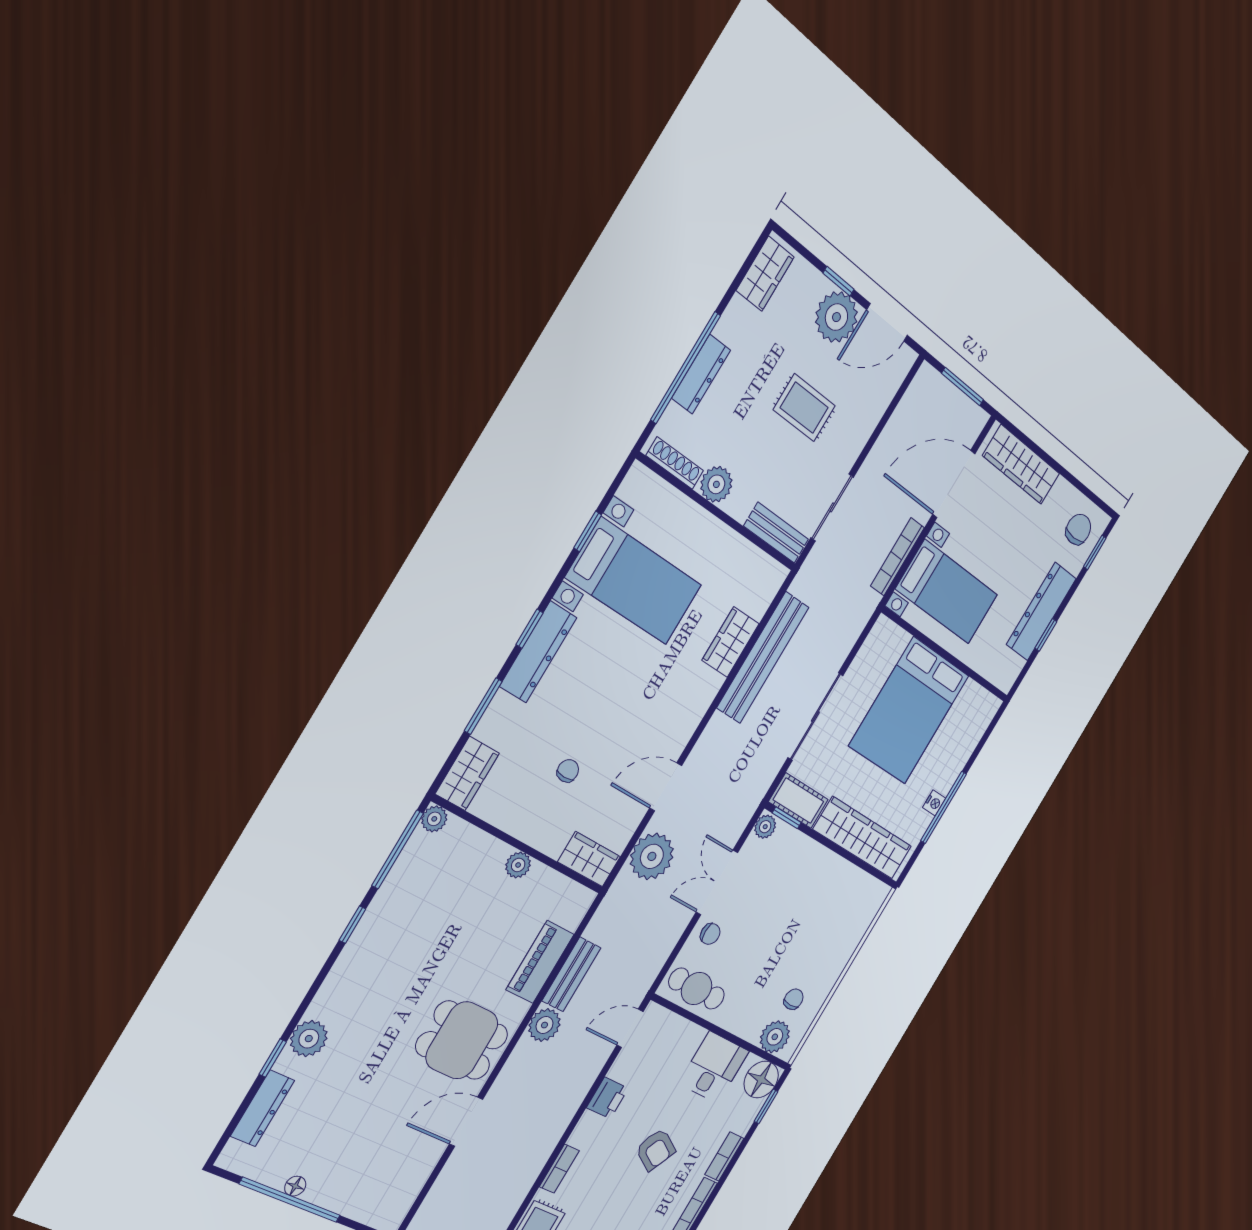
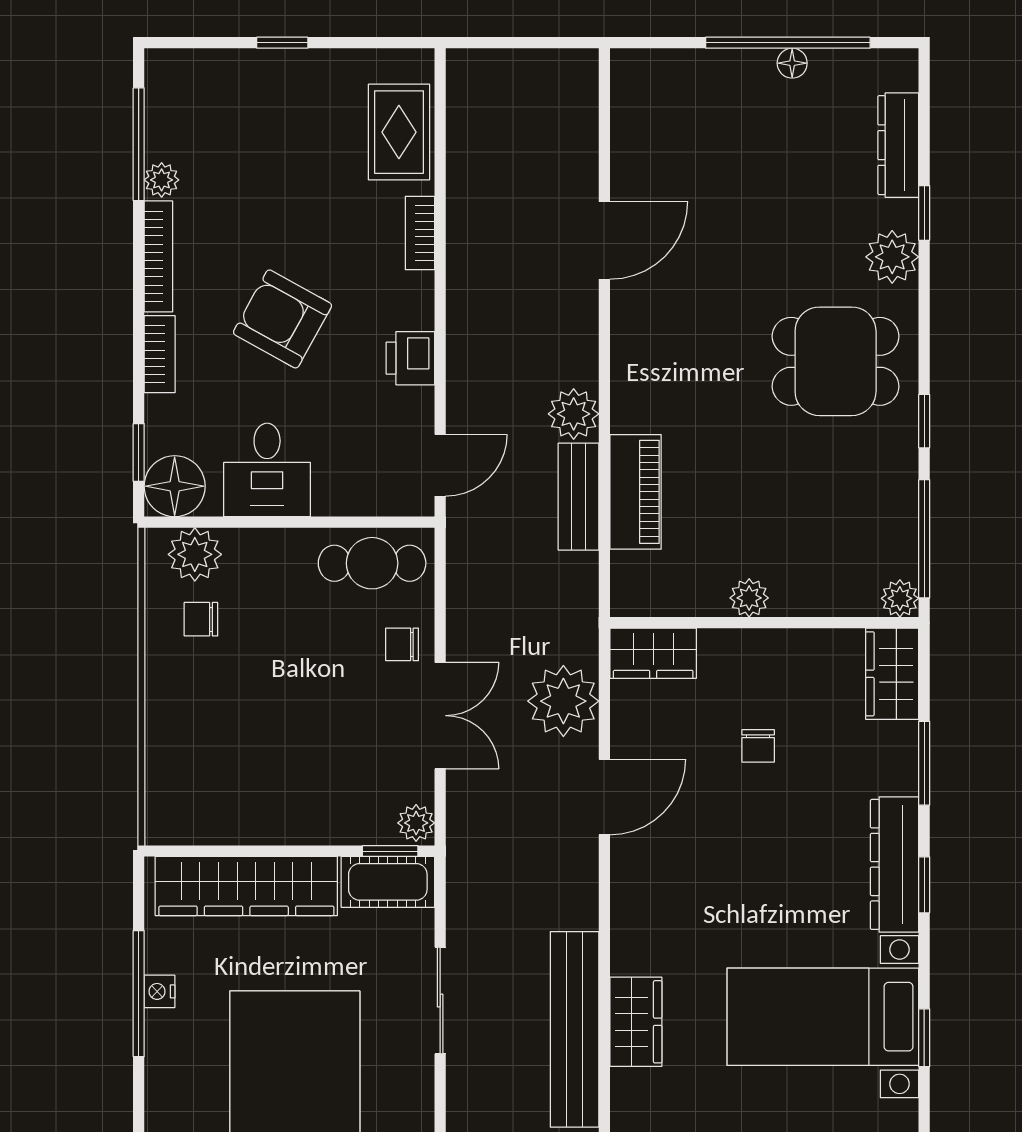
sliding door: (815, 717) -> (440, 1001), width x0.73
chair: (794, 999) -> (201, 619), turned 90
dining table: (462, 1040) -> (836, 361), moved
armchair: (656, 1150) -> (283, 319), width x1.38, depth x1.38

